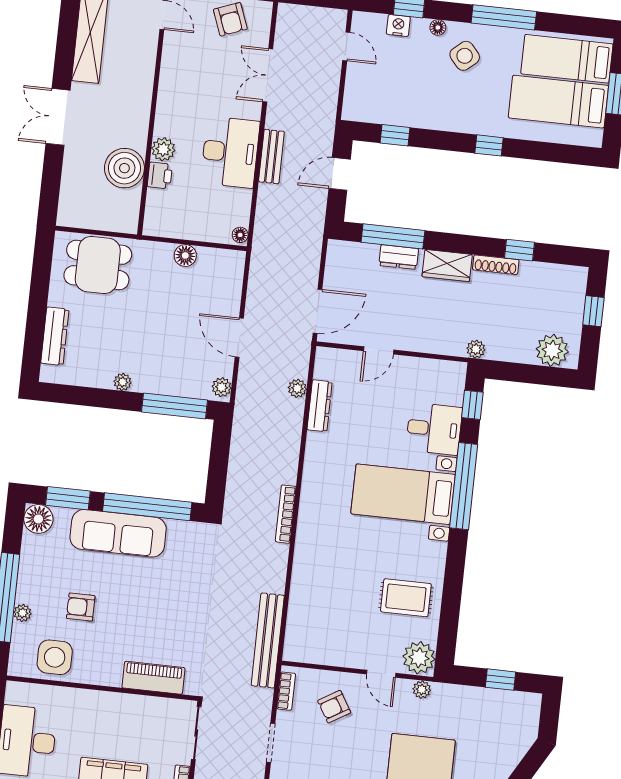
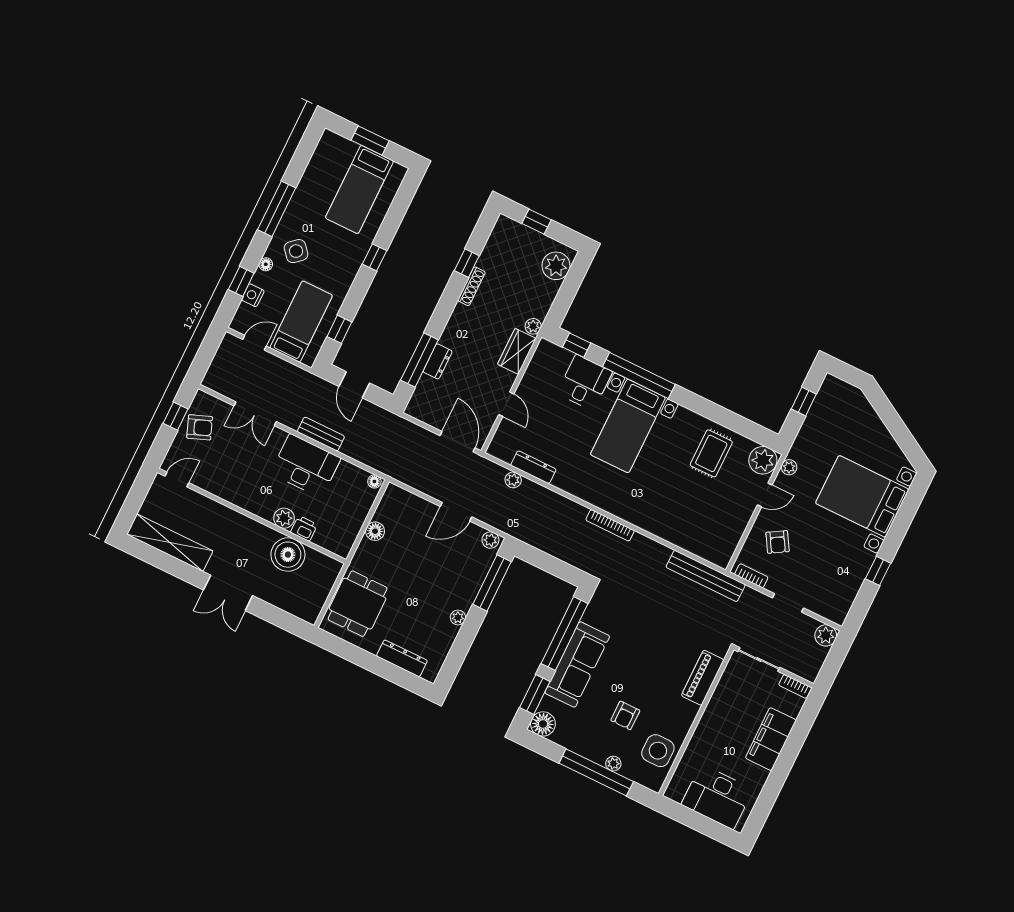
bed: (567, 59) -> (301, 321), moved, turned 180
wardrobe: (447, 266) -> (517, 351), moved, turned 180

